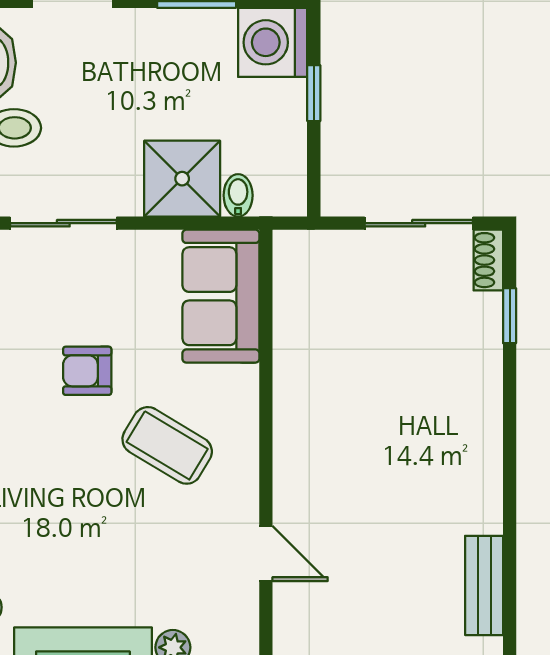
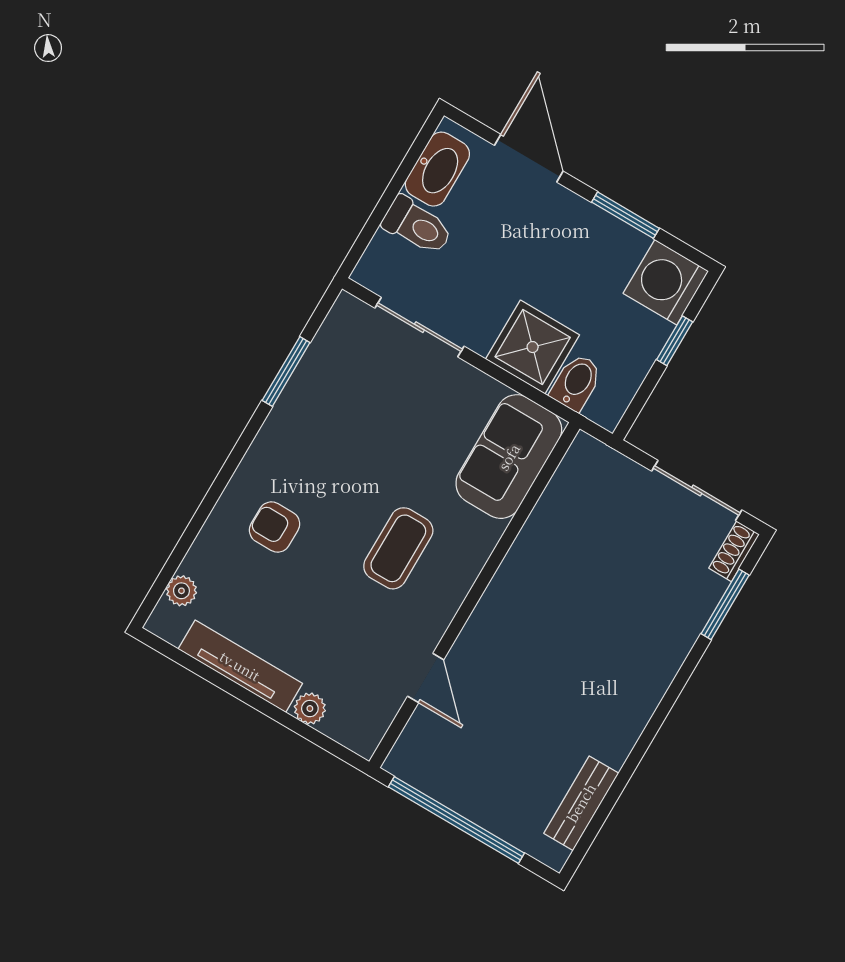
bidet: (238, 195) -> (576, 382), width x1.38, depth x1.36
window: (510, 316) -> (725, 604), width x1.50
armchair: (87, 371) -> (275, 527), moved
coffee table: (167, 445) -> (398, 548), turned 59

